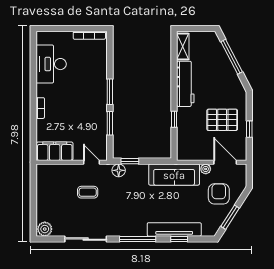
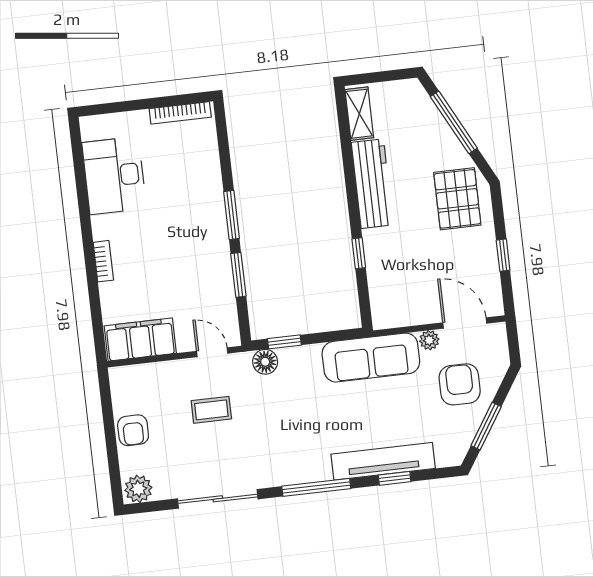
pallet: (222, 120) -> (457, 199), moved, turned 90
armchair: (46, 198) -> (133, 430), added

